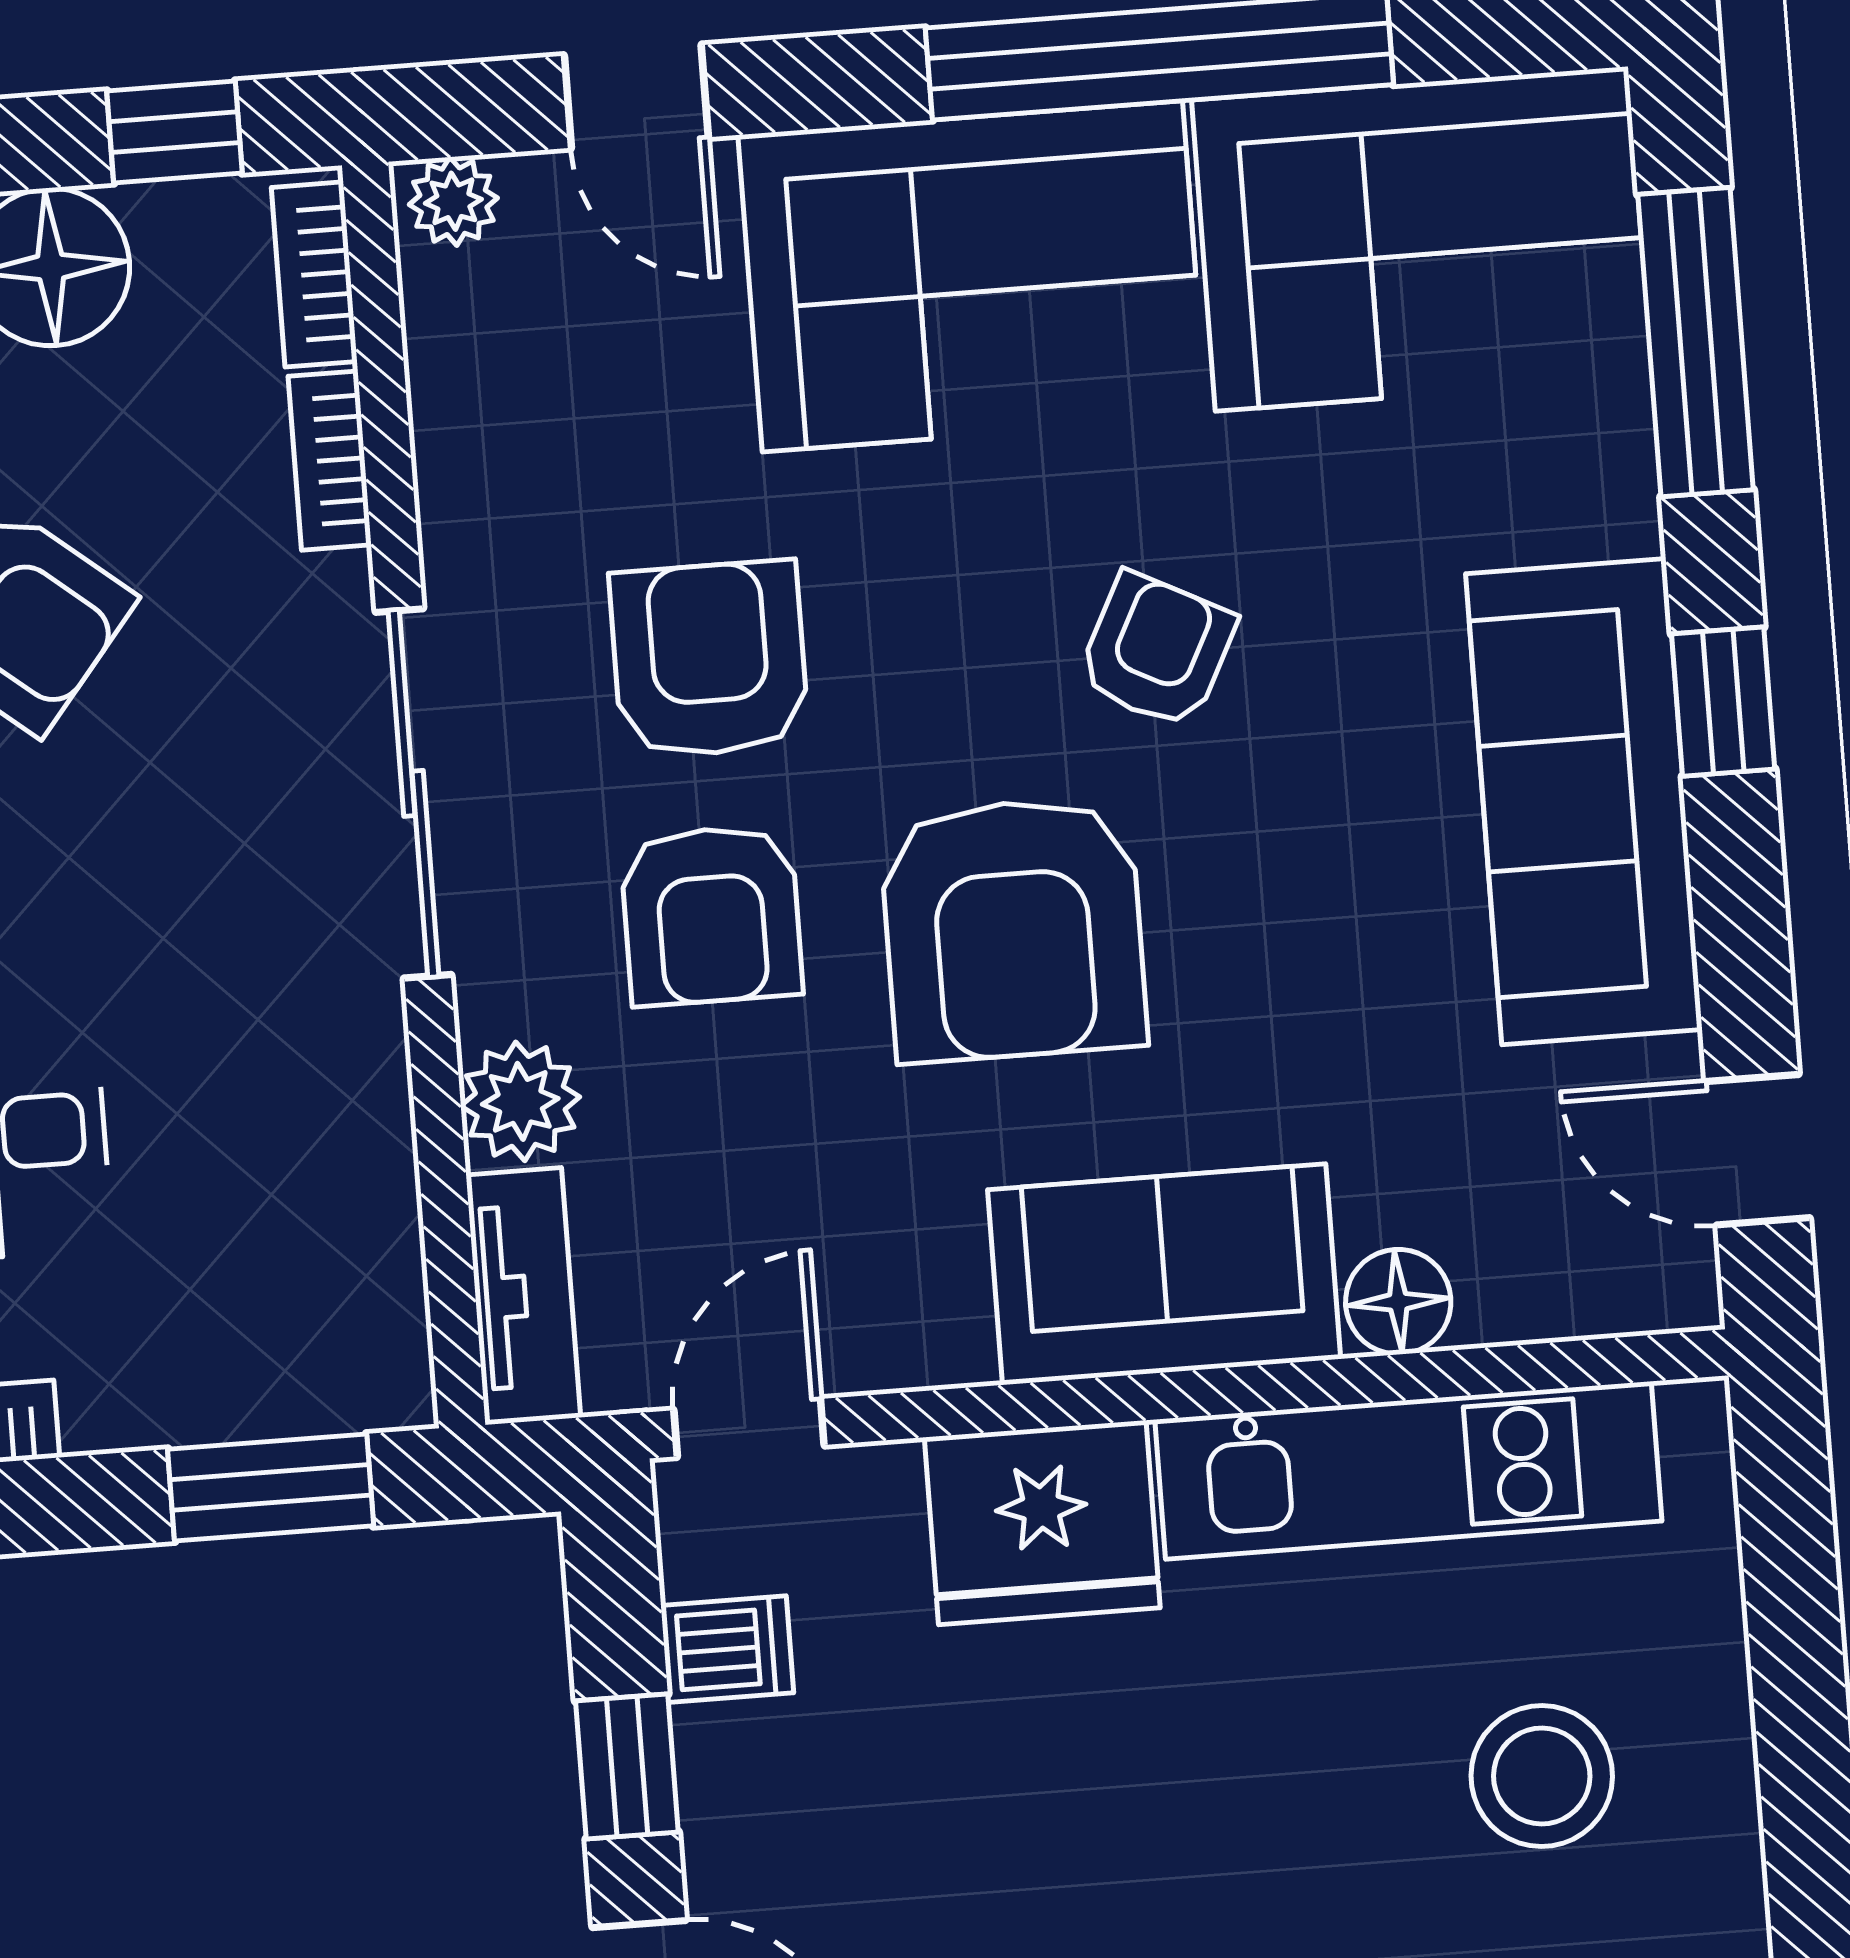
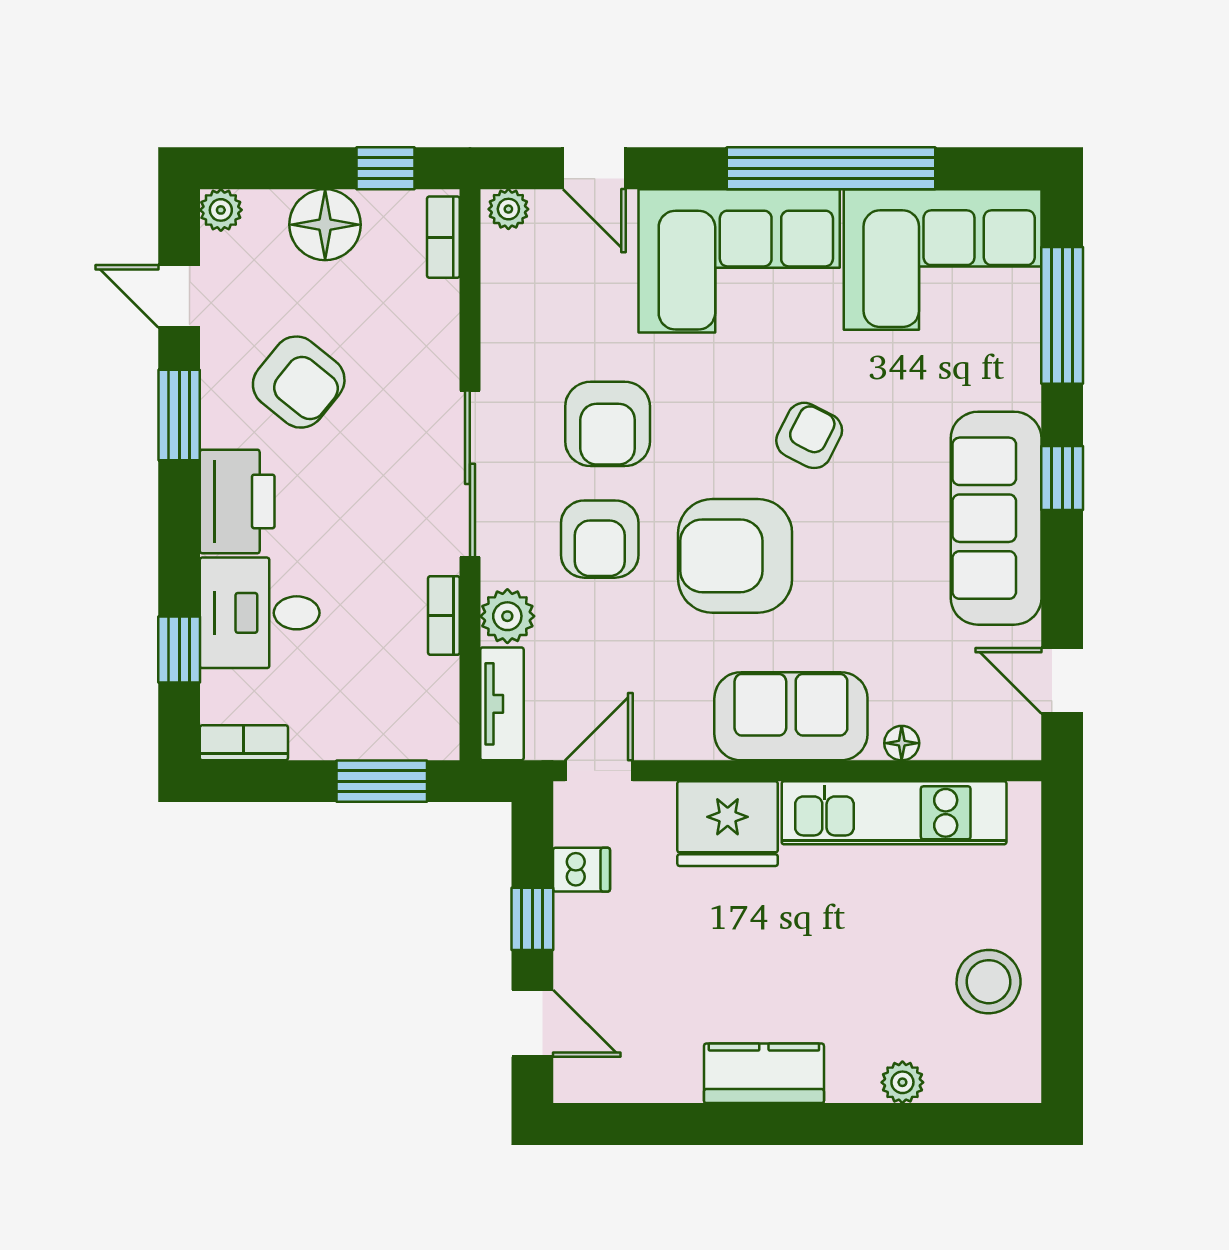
bookcase: (330, 461) -> (444, 616), moved
armchair: (709, 659) -> (608, 424), turned 180
armchair: (1013, 929) -> (735, 556), turned 90
floor lamp: (1398, 1302) -> (902, 743), width x0.73, depth x0.73
stool: (1542, 1776) -> (989, 982), moved

